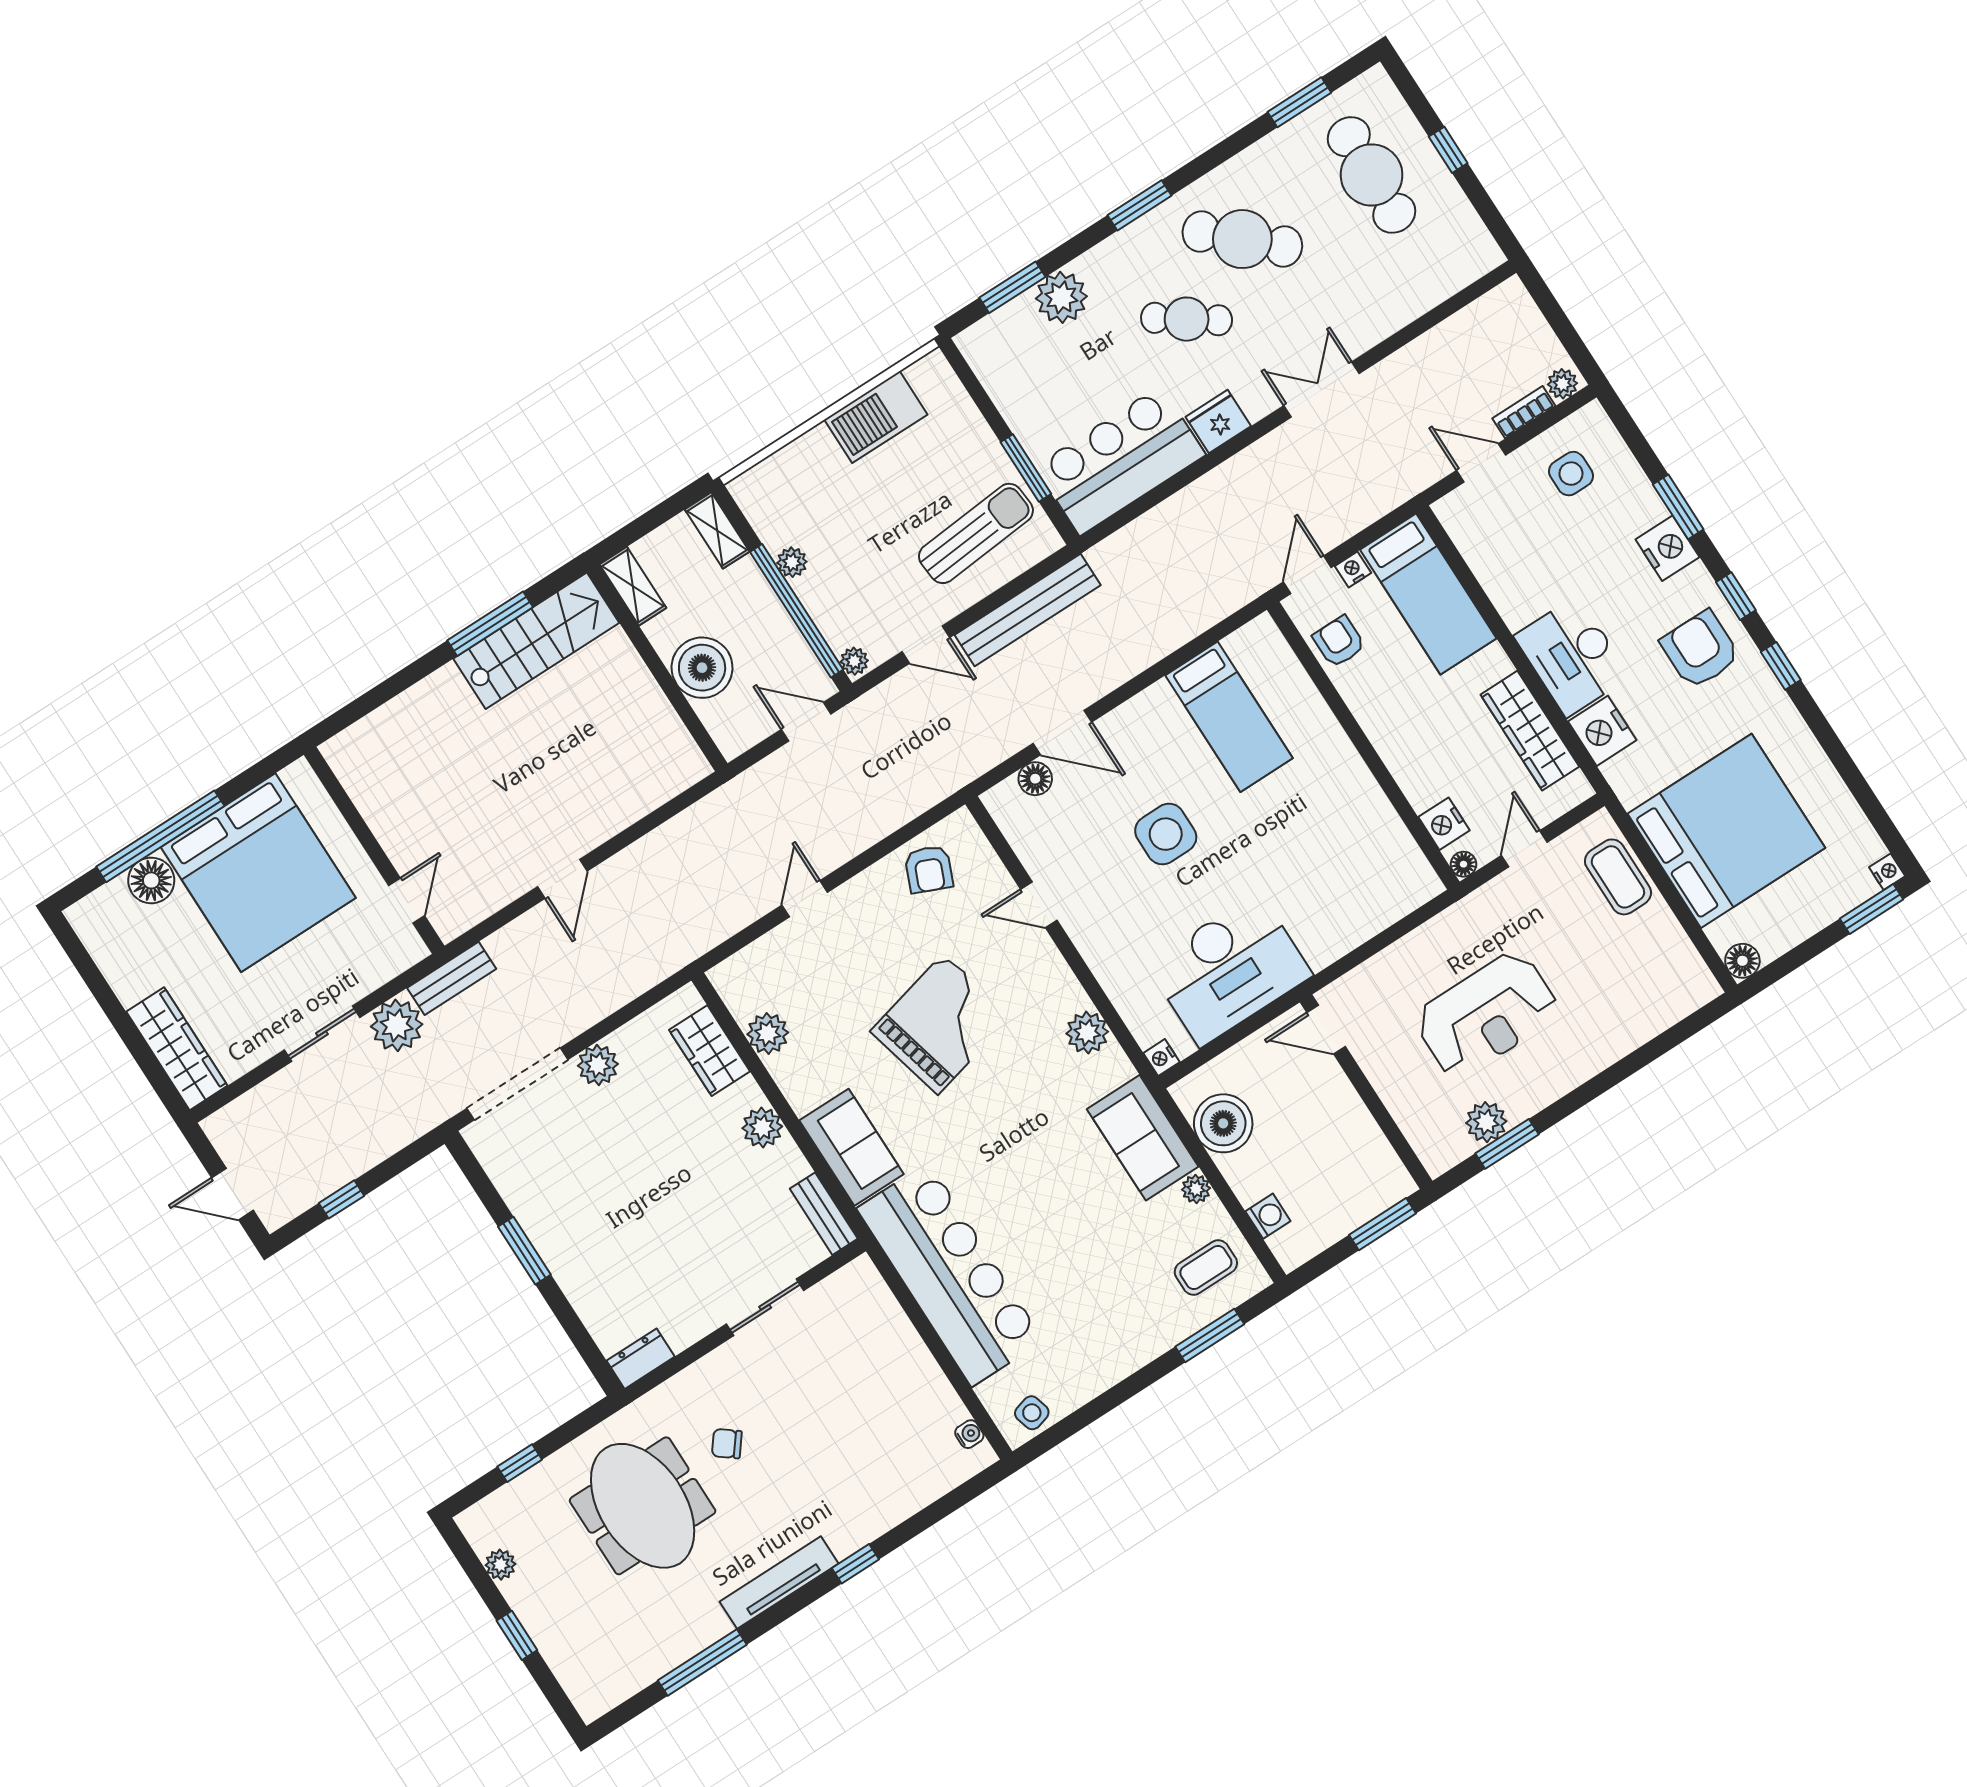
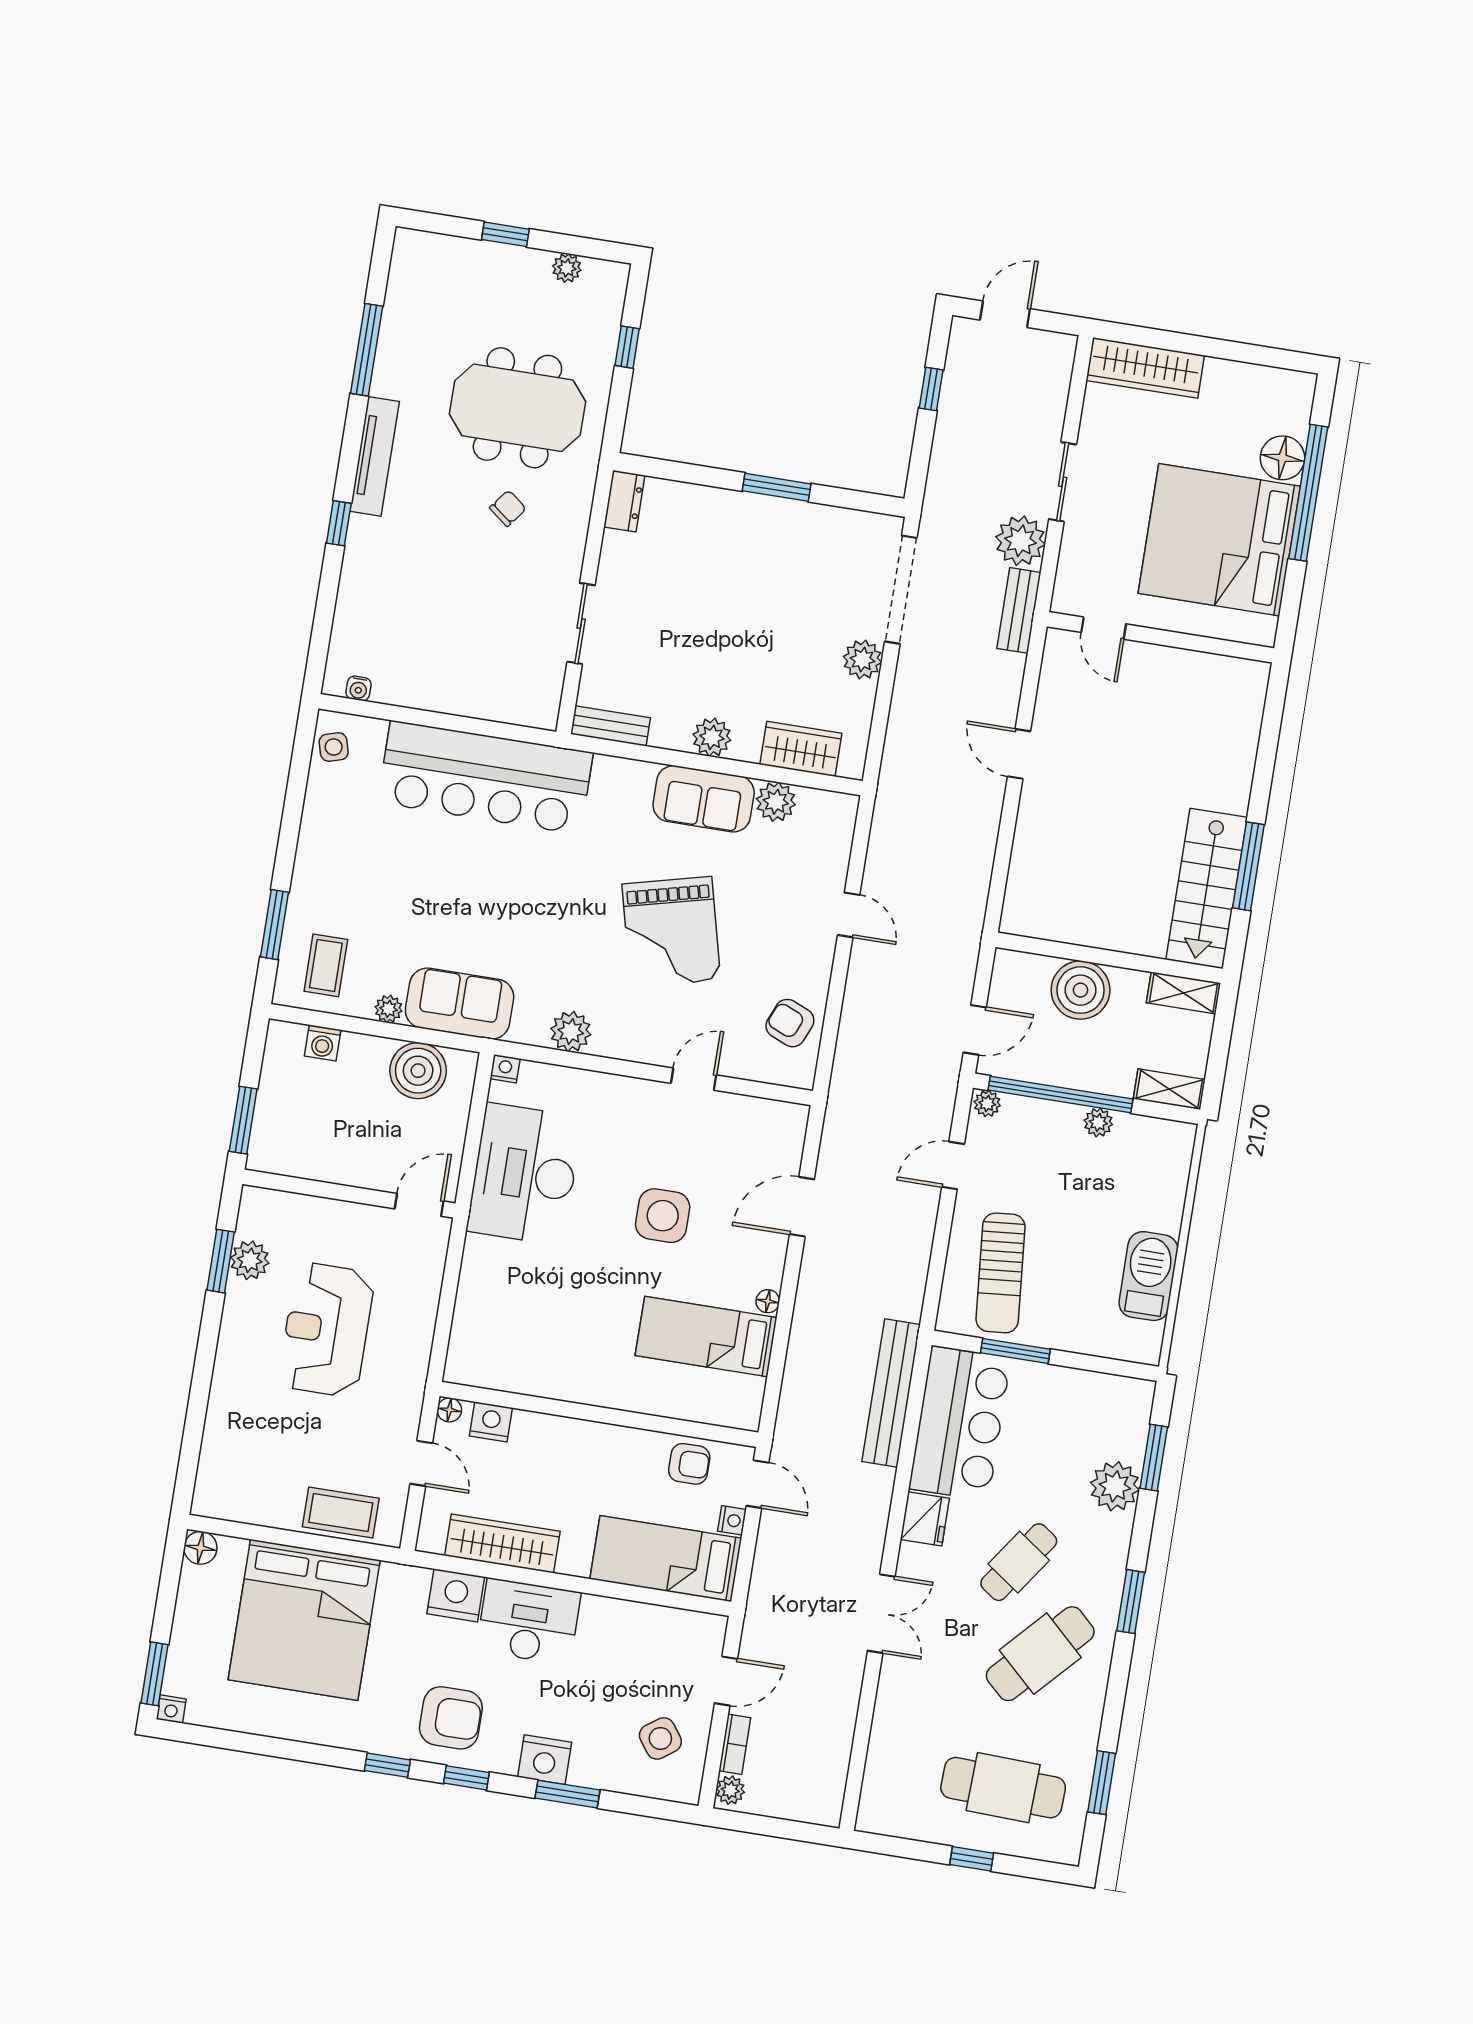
side table: (1571, 474) -> (660, 1738), turned -36
bench: (1028, 610) -> (891, 1393), moved
floor lamp: (1035, 779) -> (768, 1301), moved, width x0.73, depth x0.73
sofa: (851, 1147) -> (704, 799), moved

